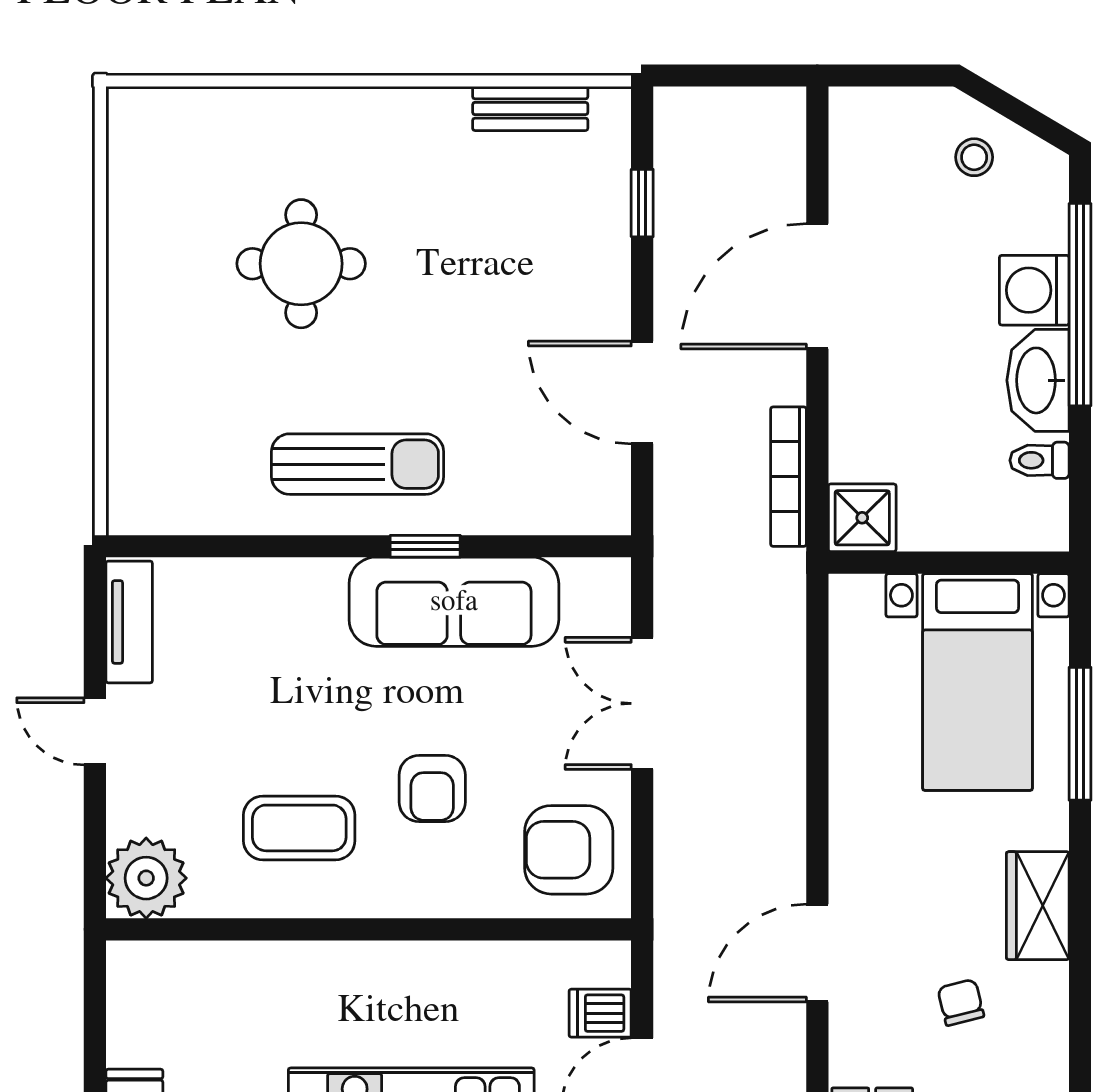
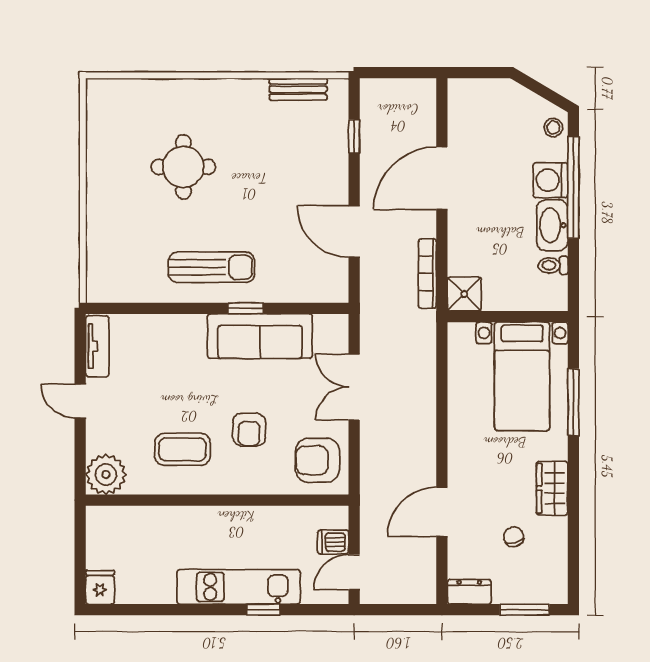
stool: (974, 157) -> (553, 127), moved

